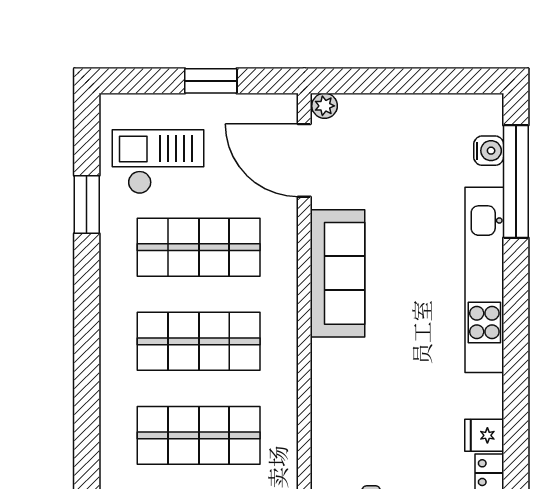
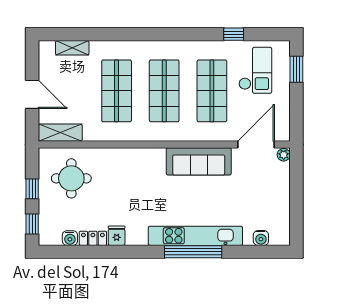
window: (211, 81) -> (296, 69), moved
window: (516, 182) -> (193, 252), moved
window: (87, 205) -> (234, 34), width x0.67

